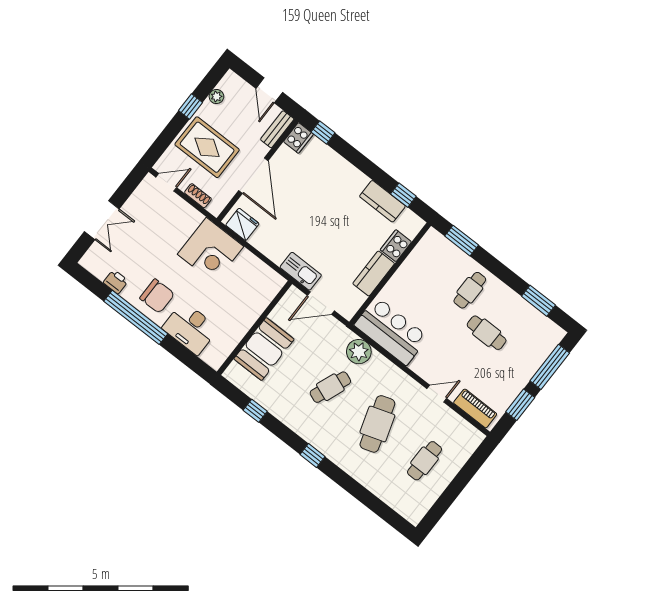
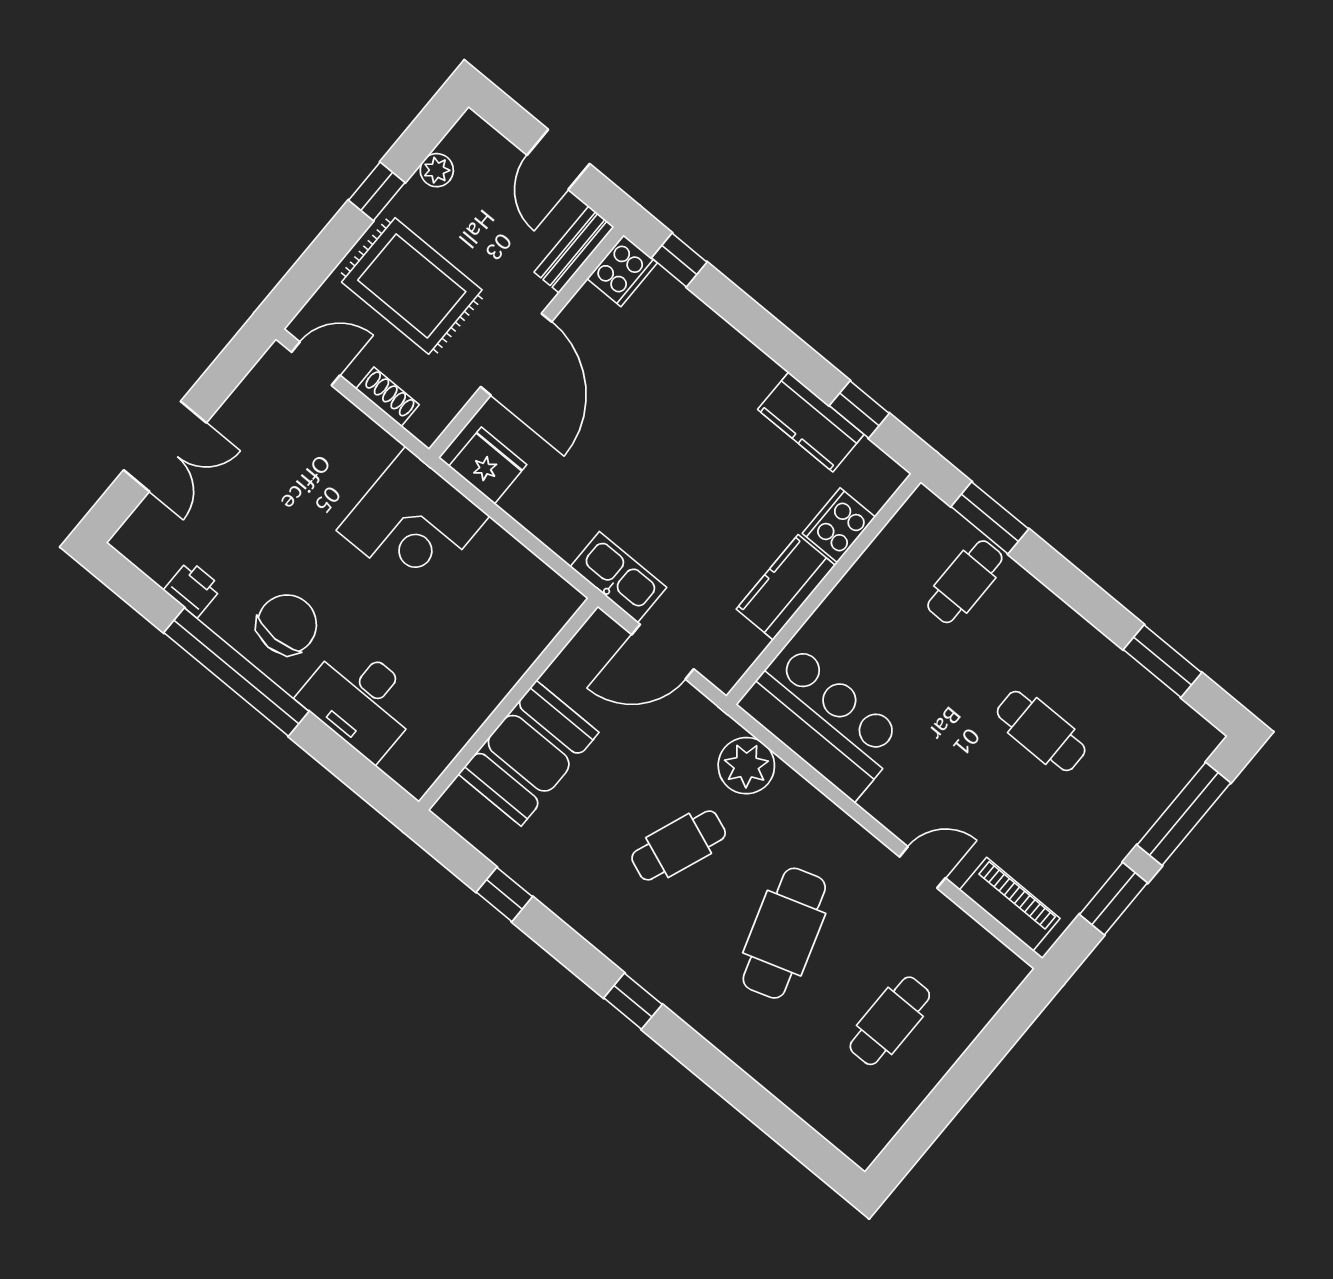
cafe table: (470, 290) -> (965, 582), moved
chair: (157, 296) -> (287, 624), turned -90

